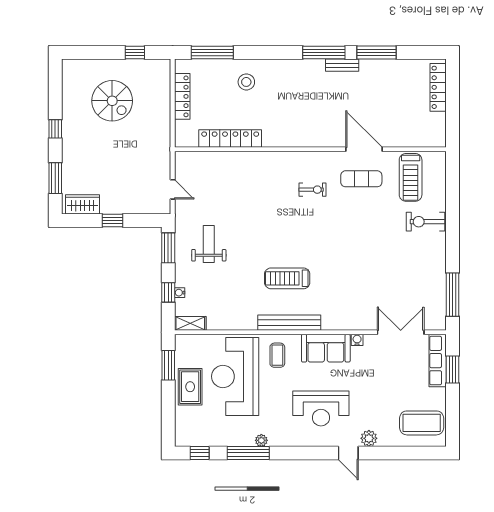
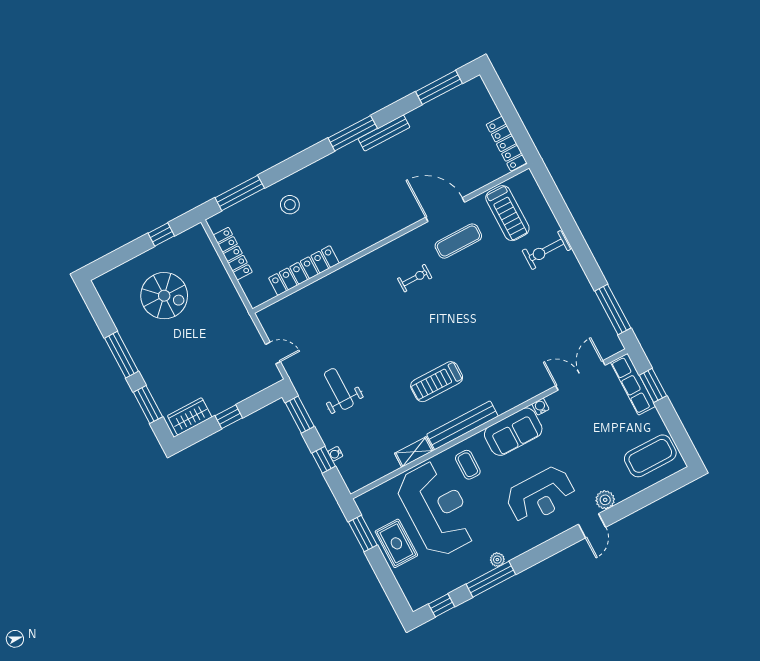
window: (377, 52) -> (439, 87), moved
bench: (342, 65) -> (384, 133), width x1.36
locker: (438, 87) -> (506, 144), moved
window: (55, 129) -> (122, 355), width x2.17
shelving: (190, 323) -> (414, 452), moved
reception desk: (235, 376) -> (437, 509), turned 180
door: (348, 453) -> (592, 526), hinge flipped

